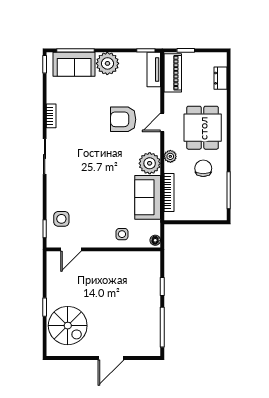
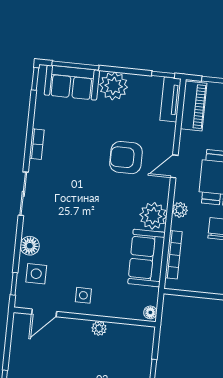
floor lamp: (54, 197) -> (30, 246), added
side table: (122, 234) -> (83, 295), moved
plant: (116, 257) -> (99, 328), added

